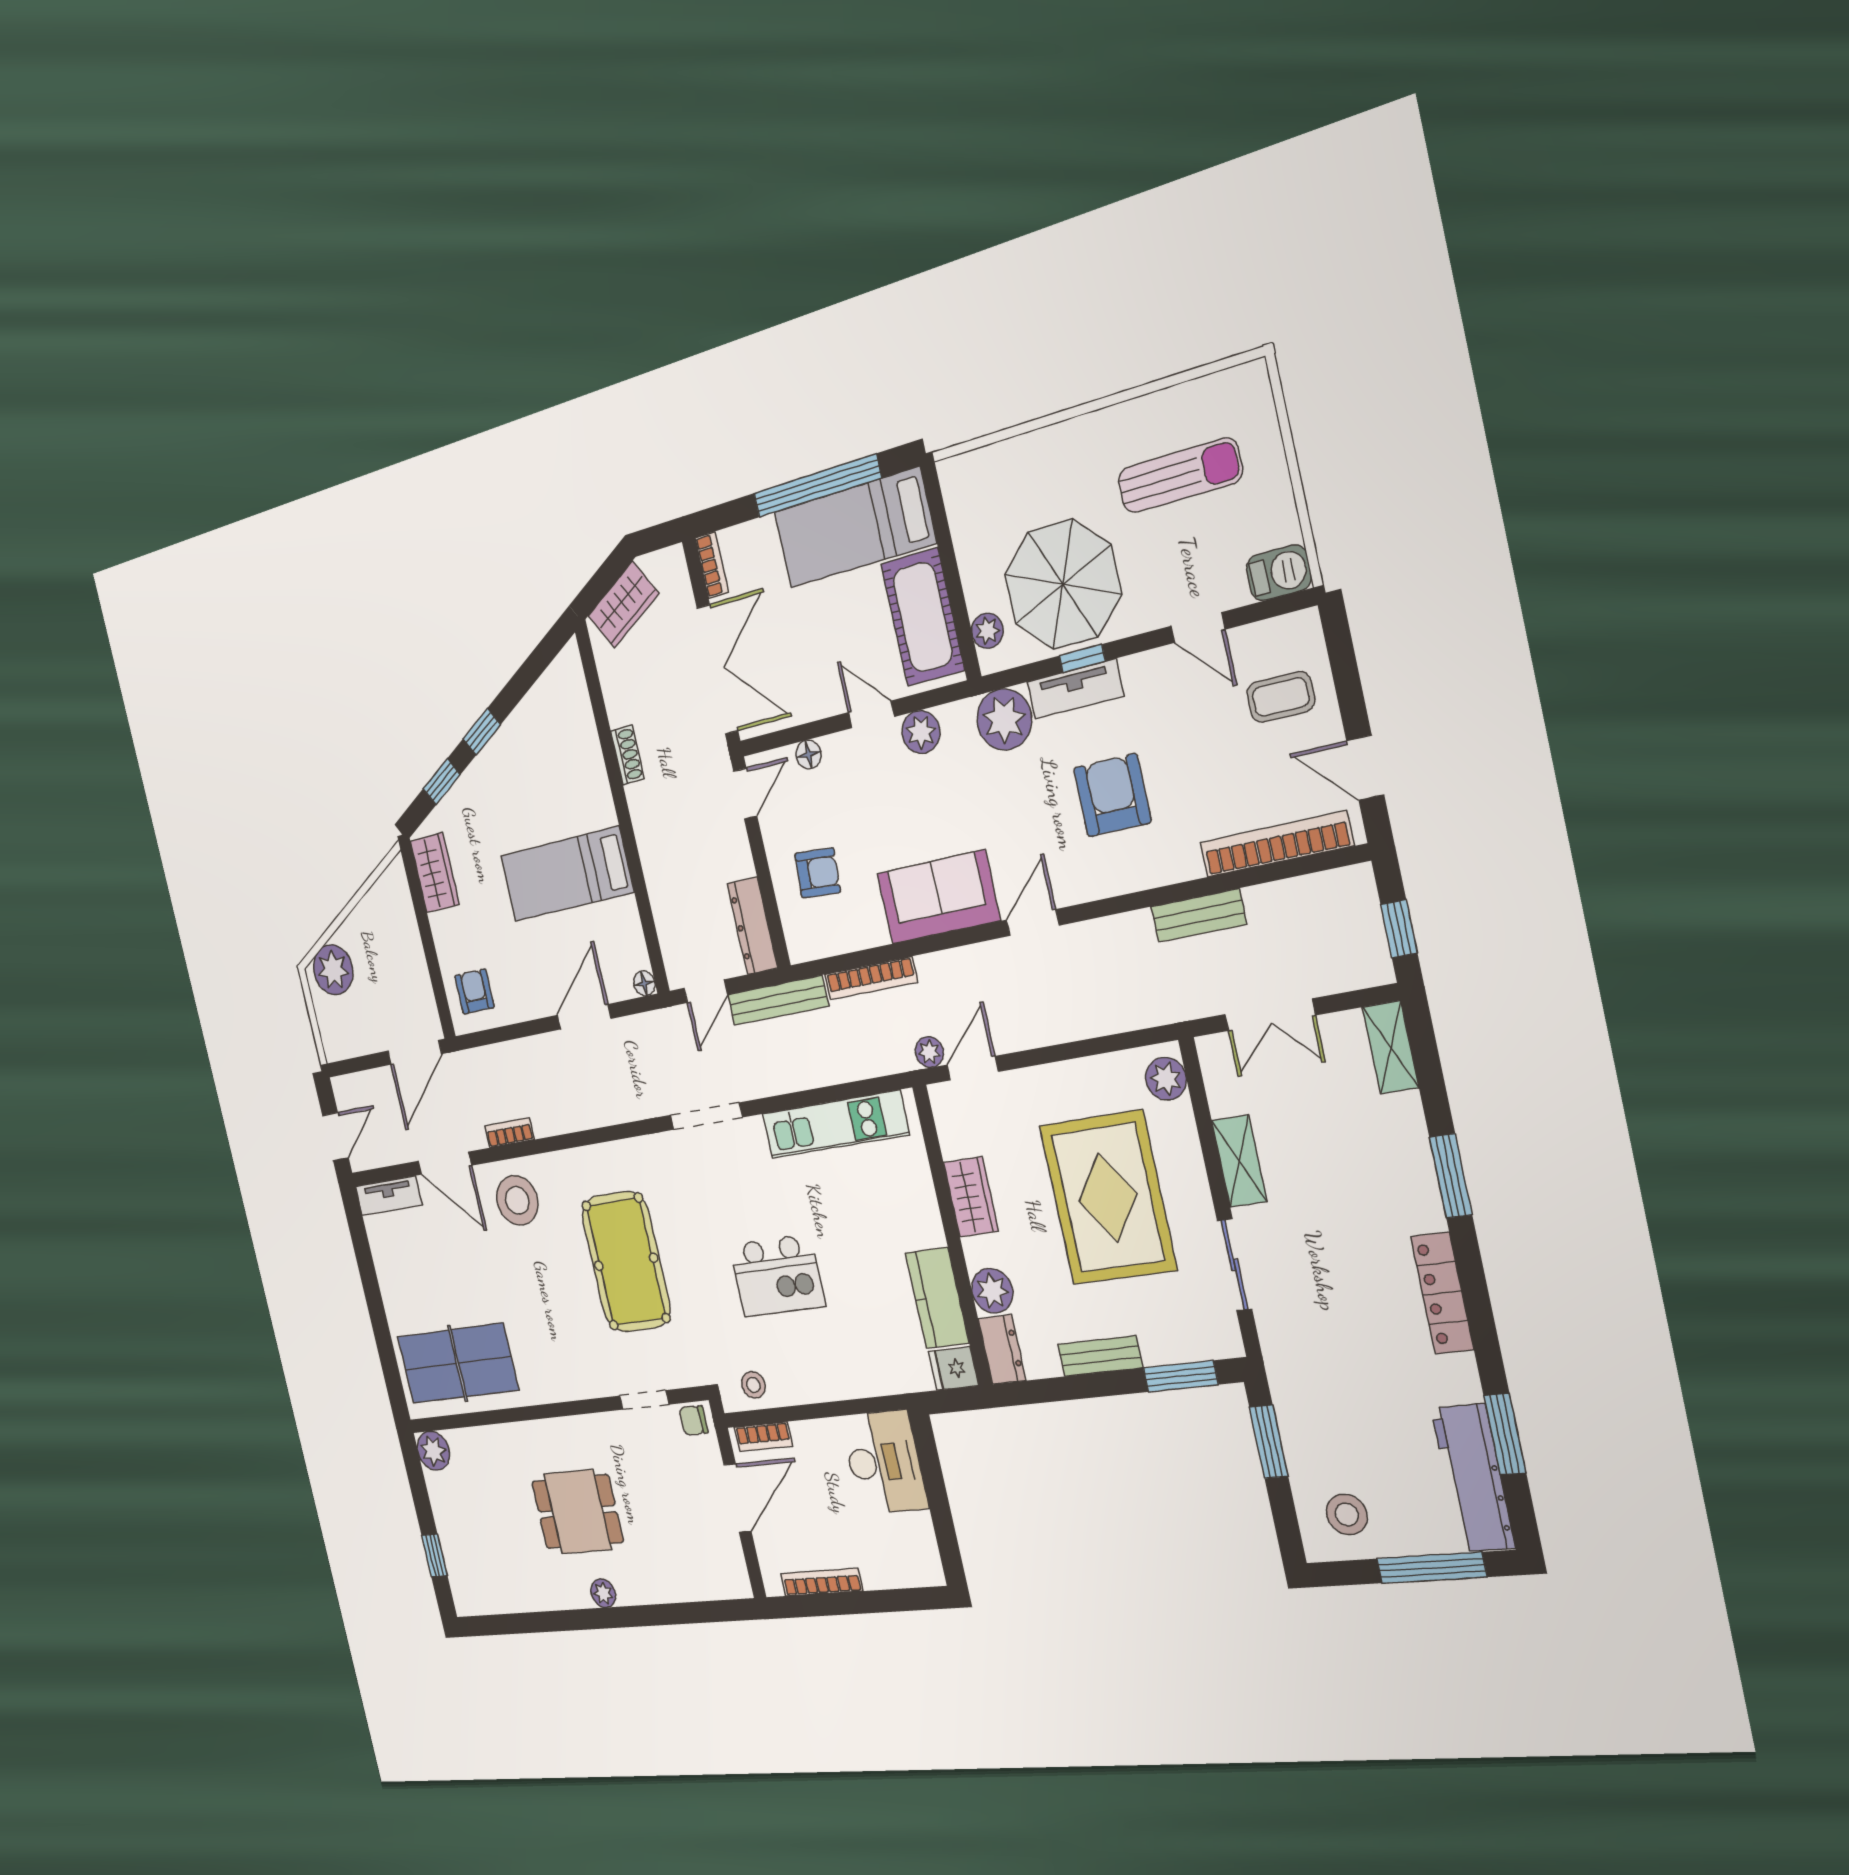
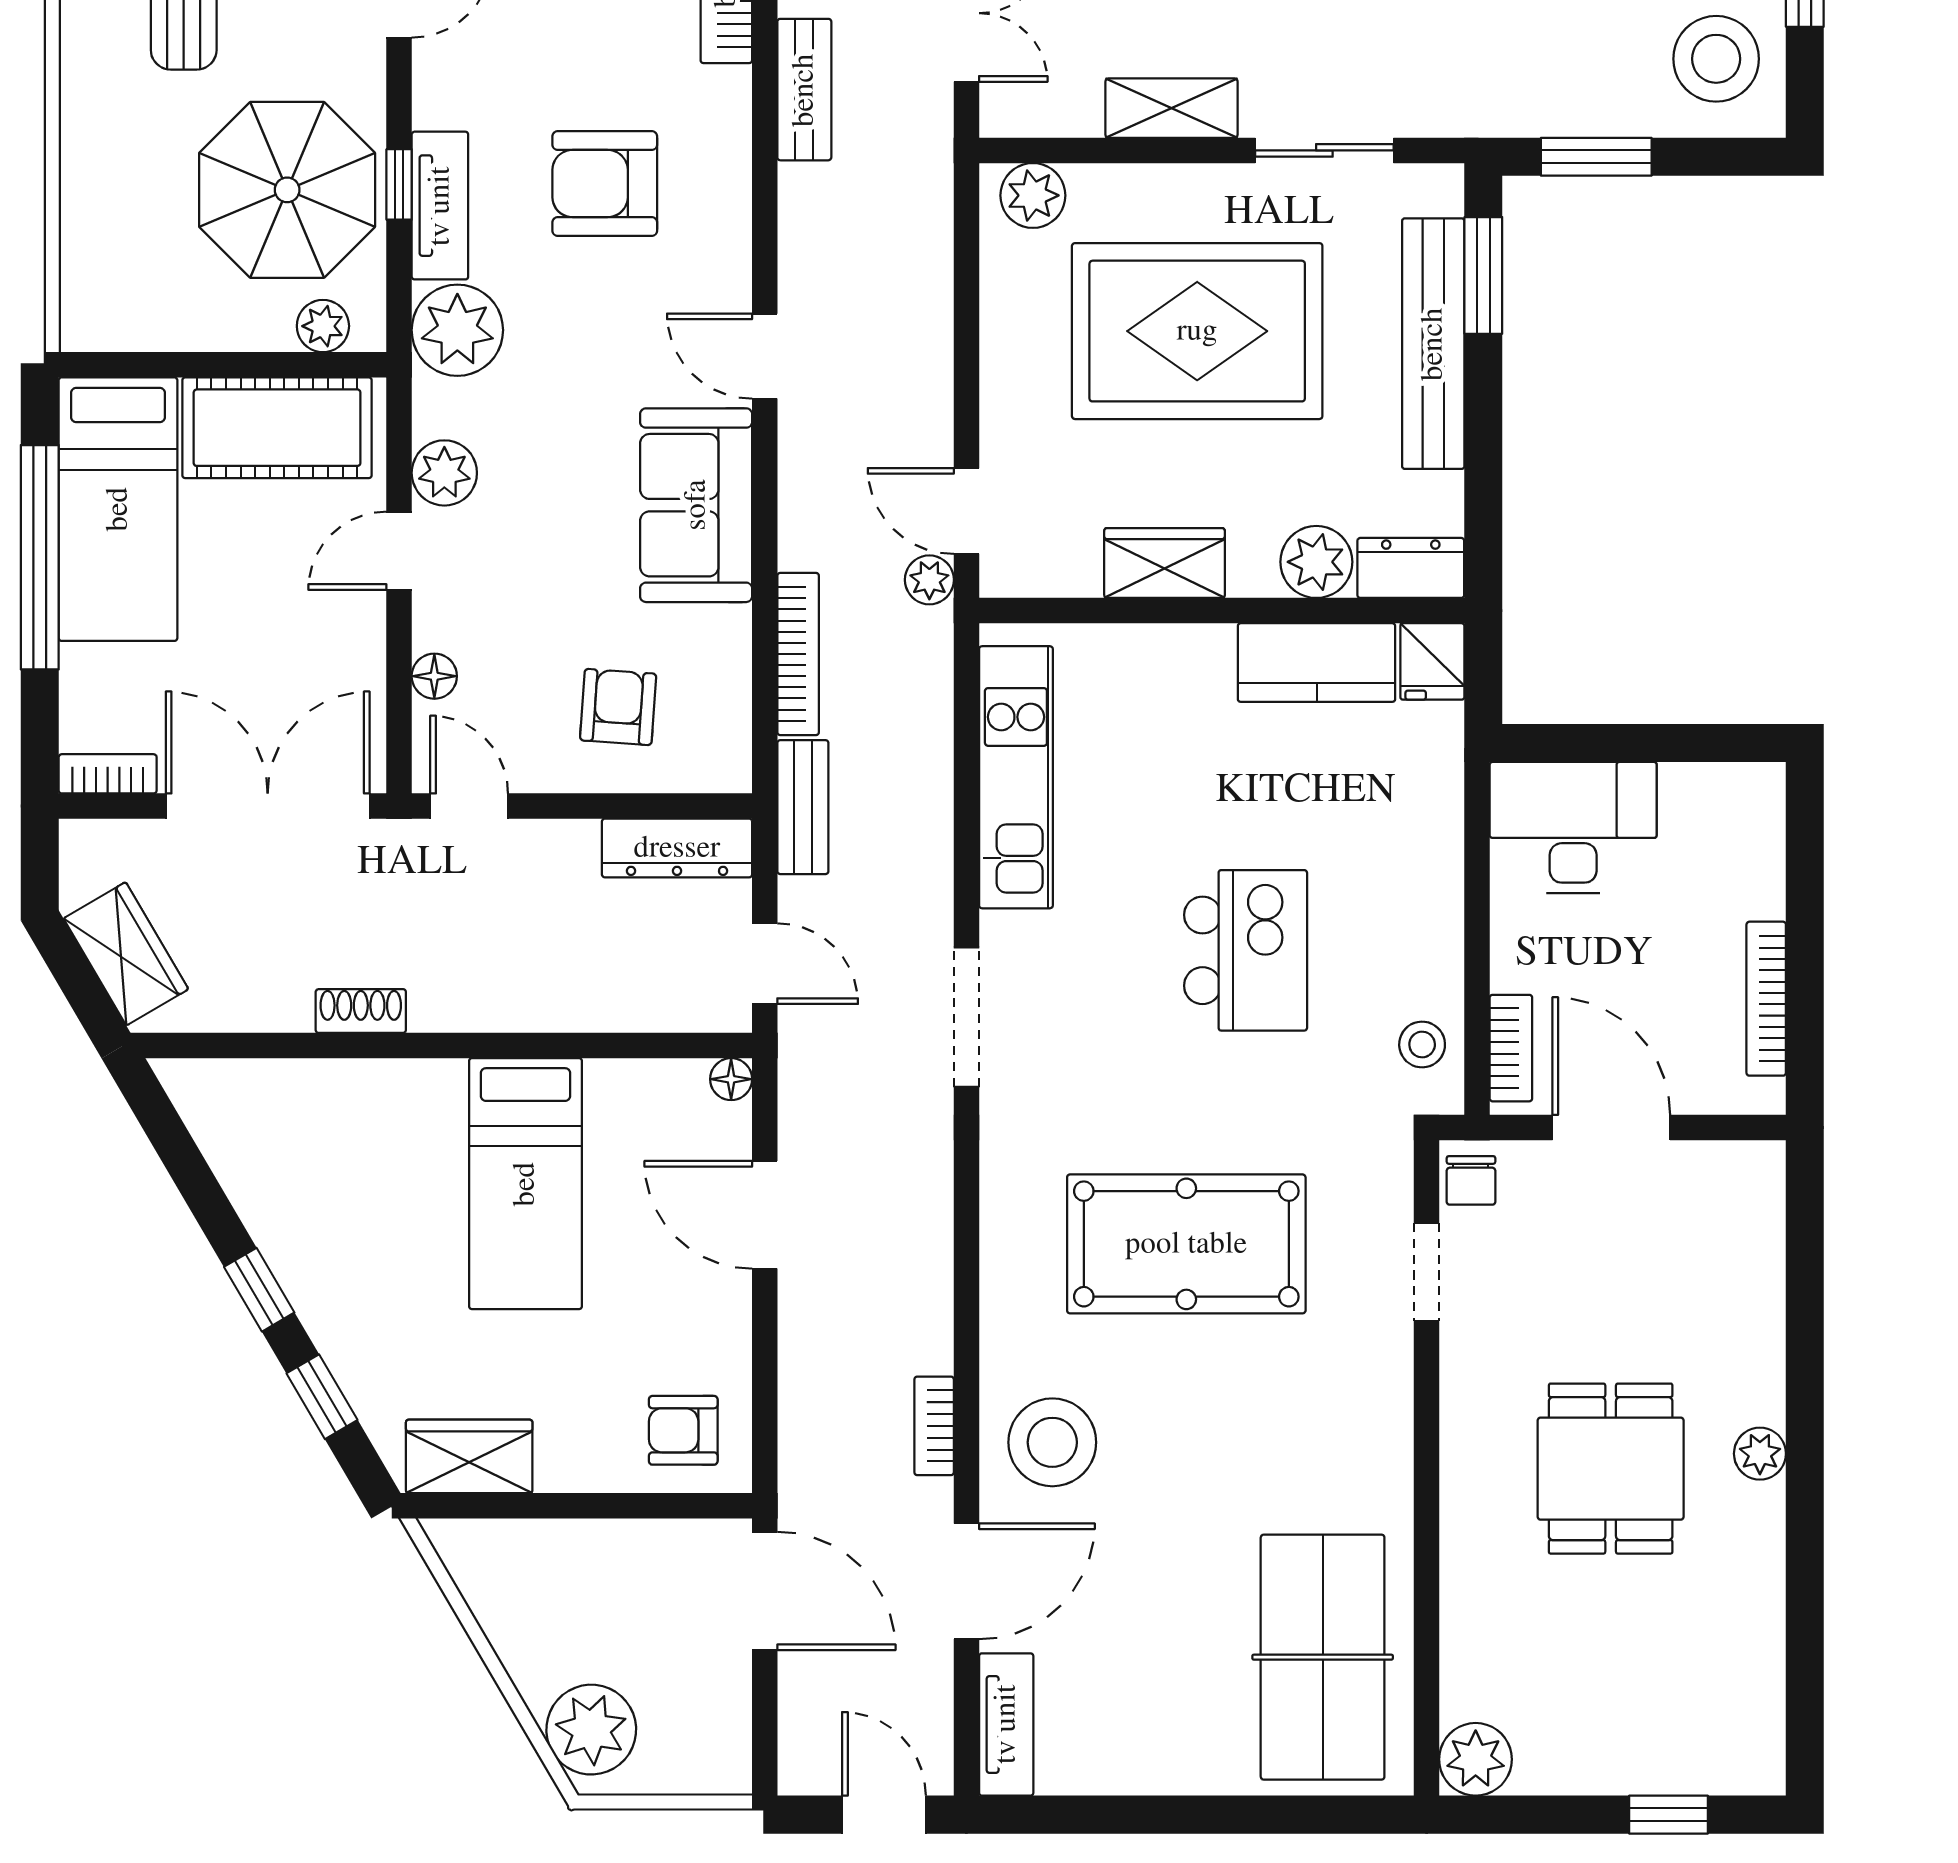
bench: (778, 1000) -> (803, 807), width x0.73
bench: (1100, 1356) -> (1433, 344), width x1.86, depth x1.21
stool: (1347, 1514) -> (1716, 59), width x1.38, depth x1.38

